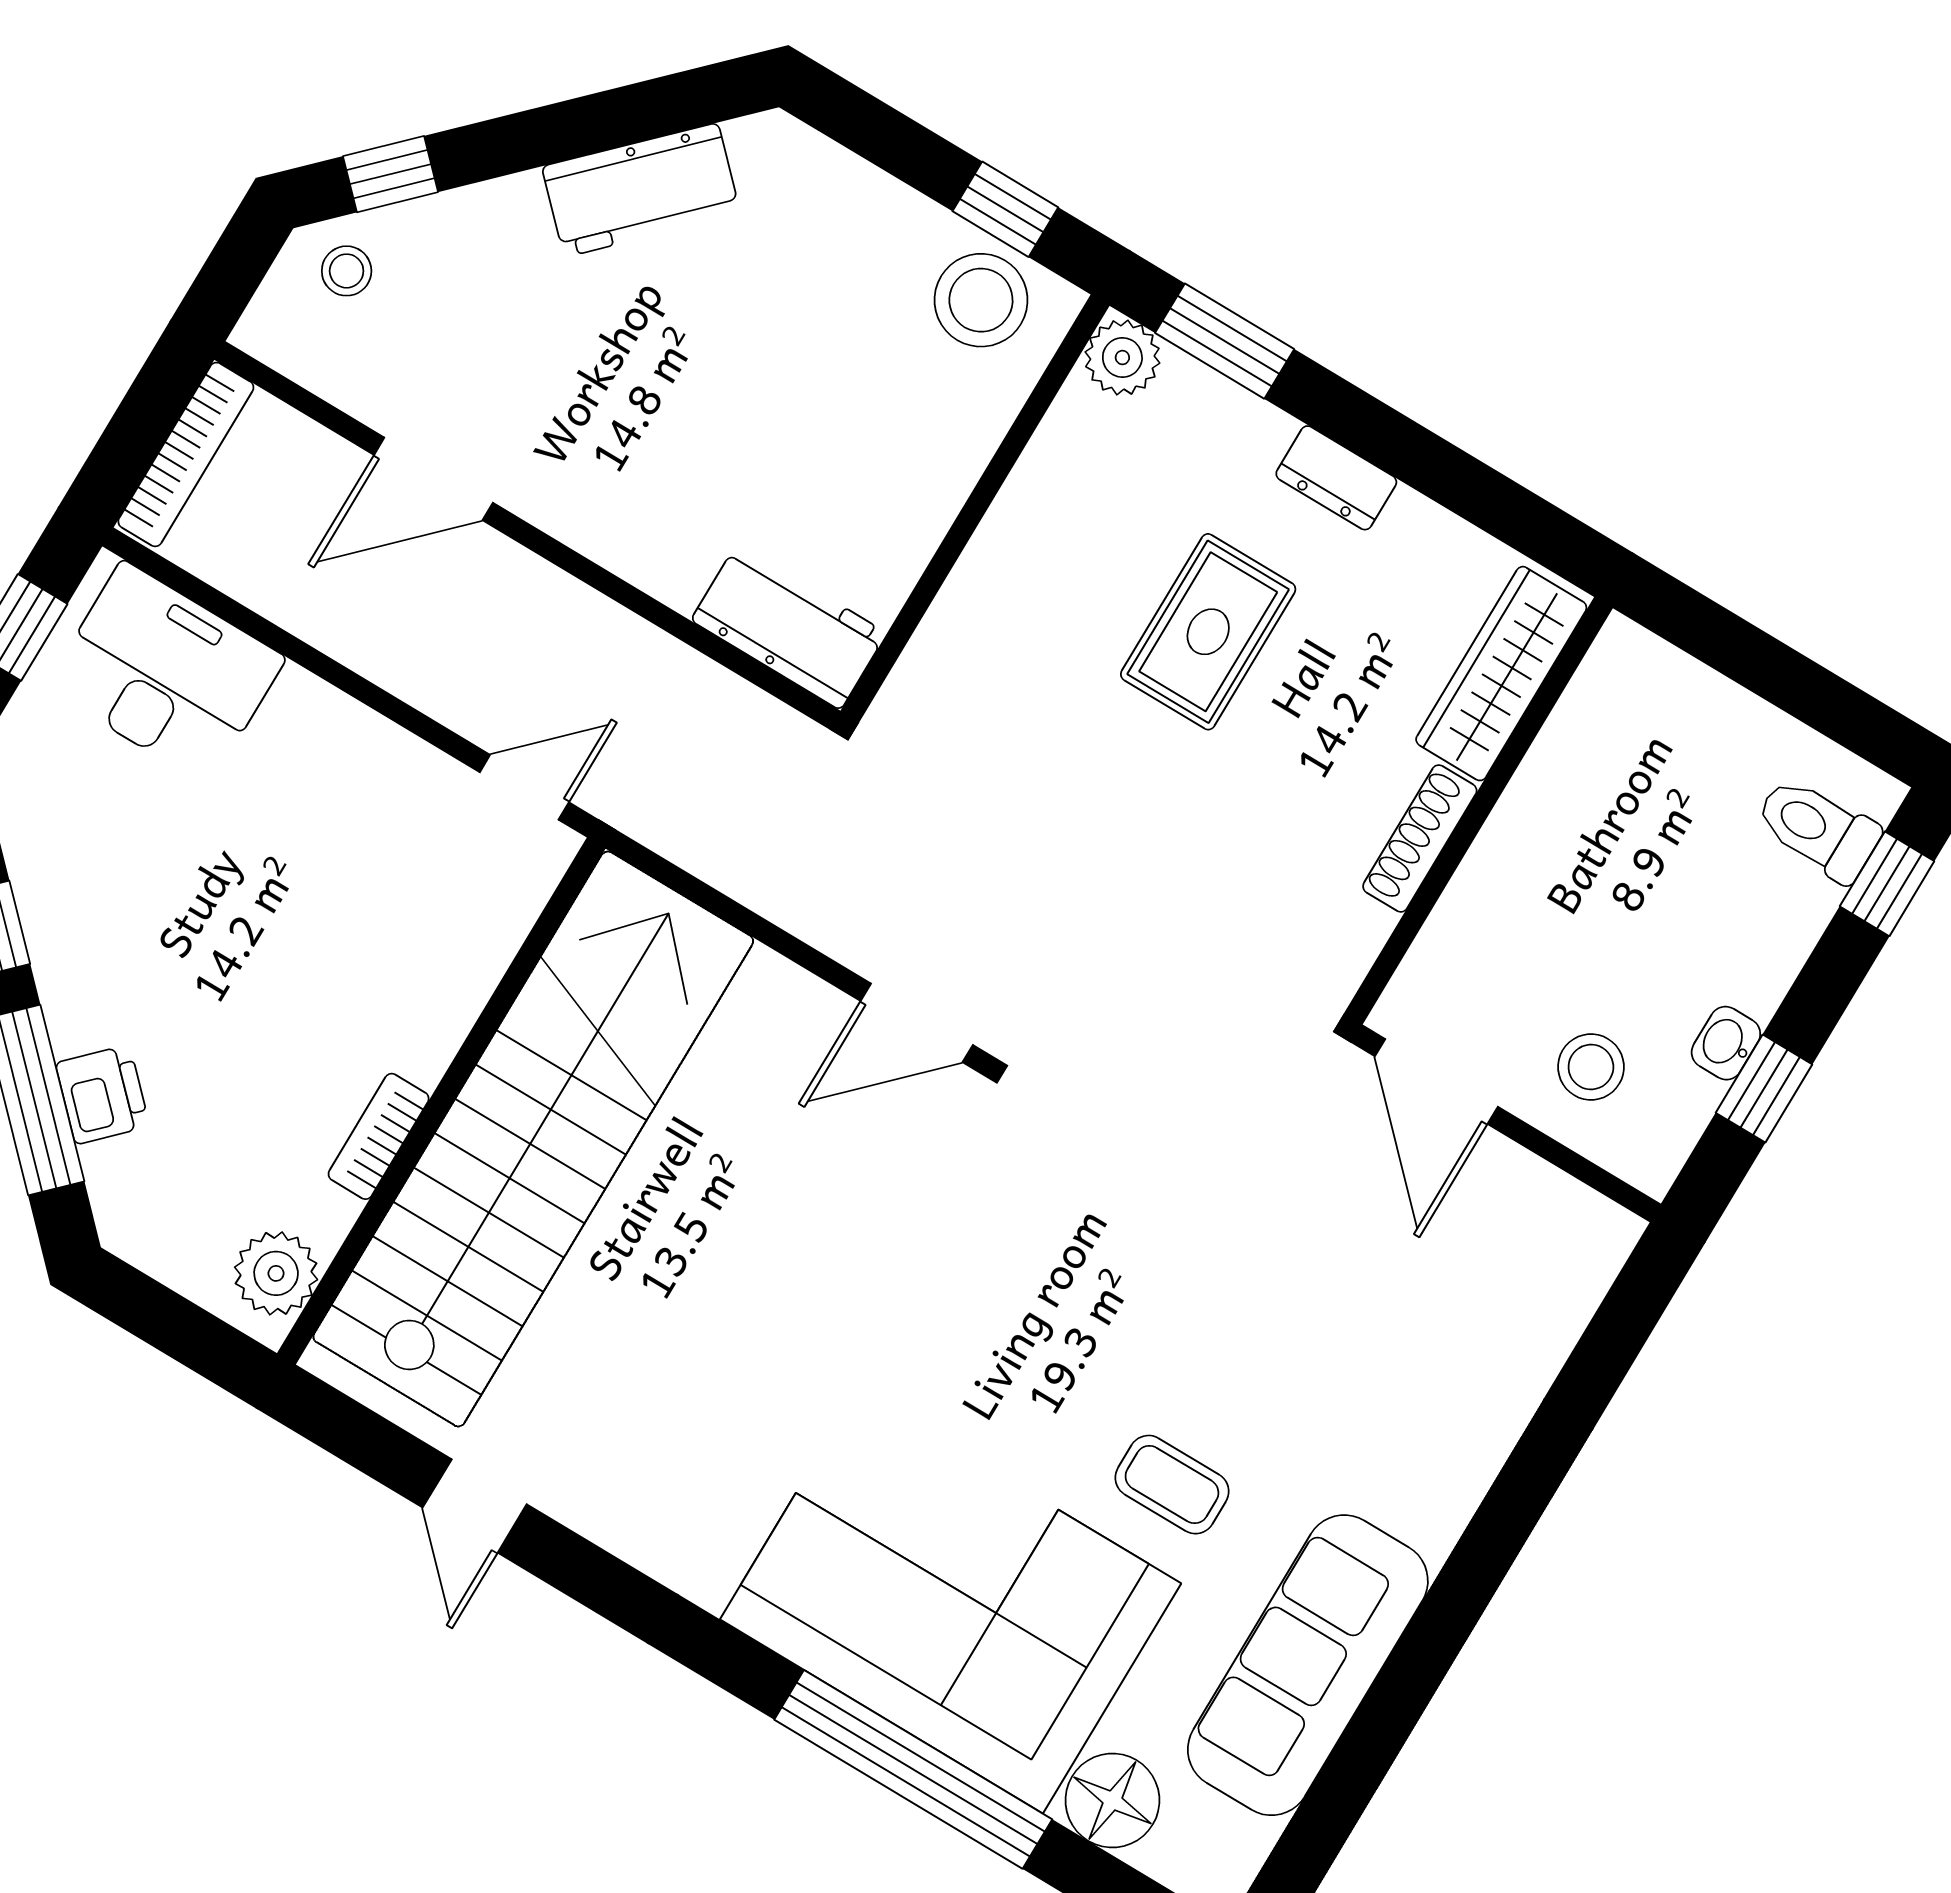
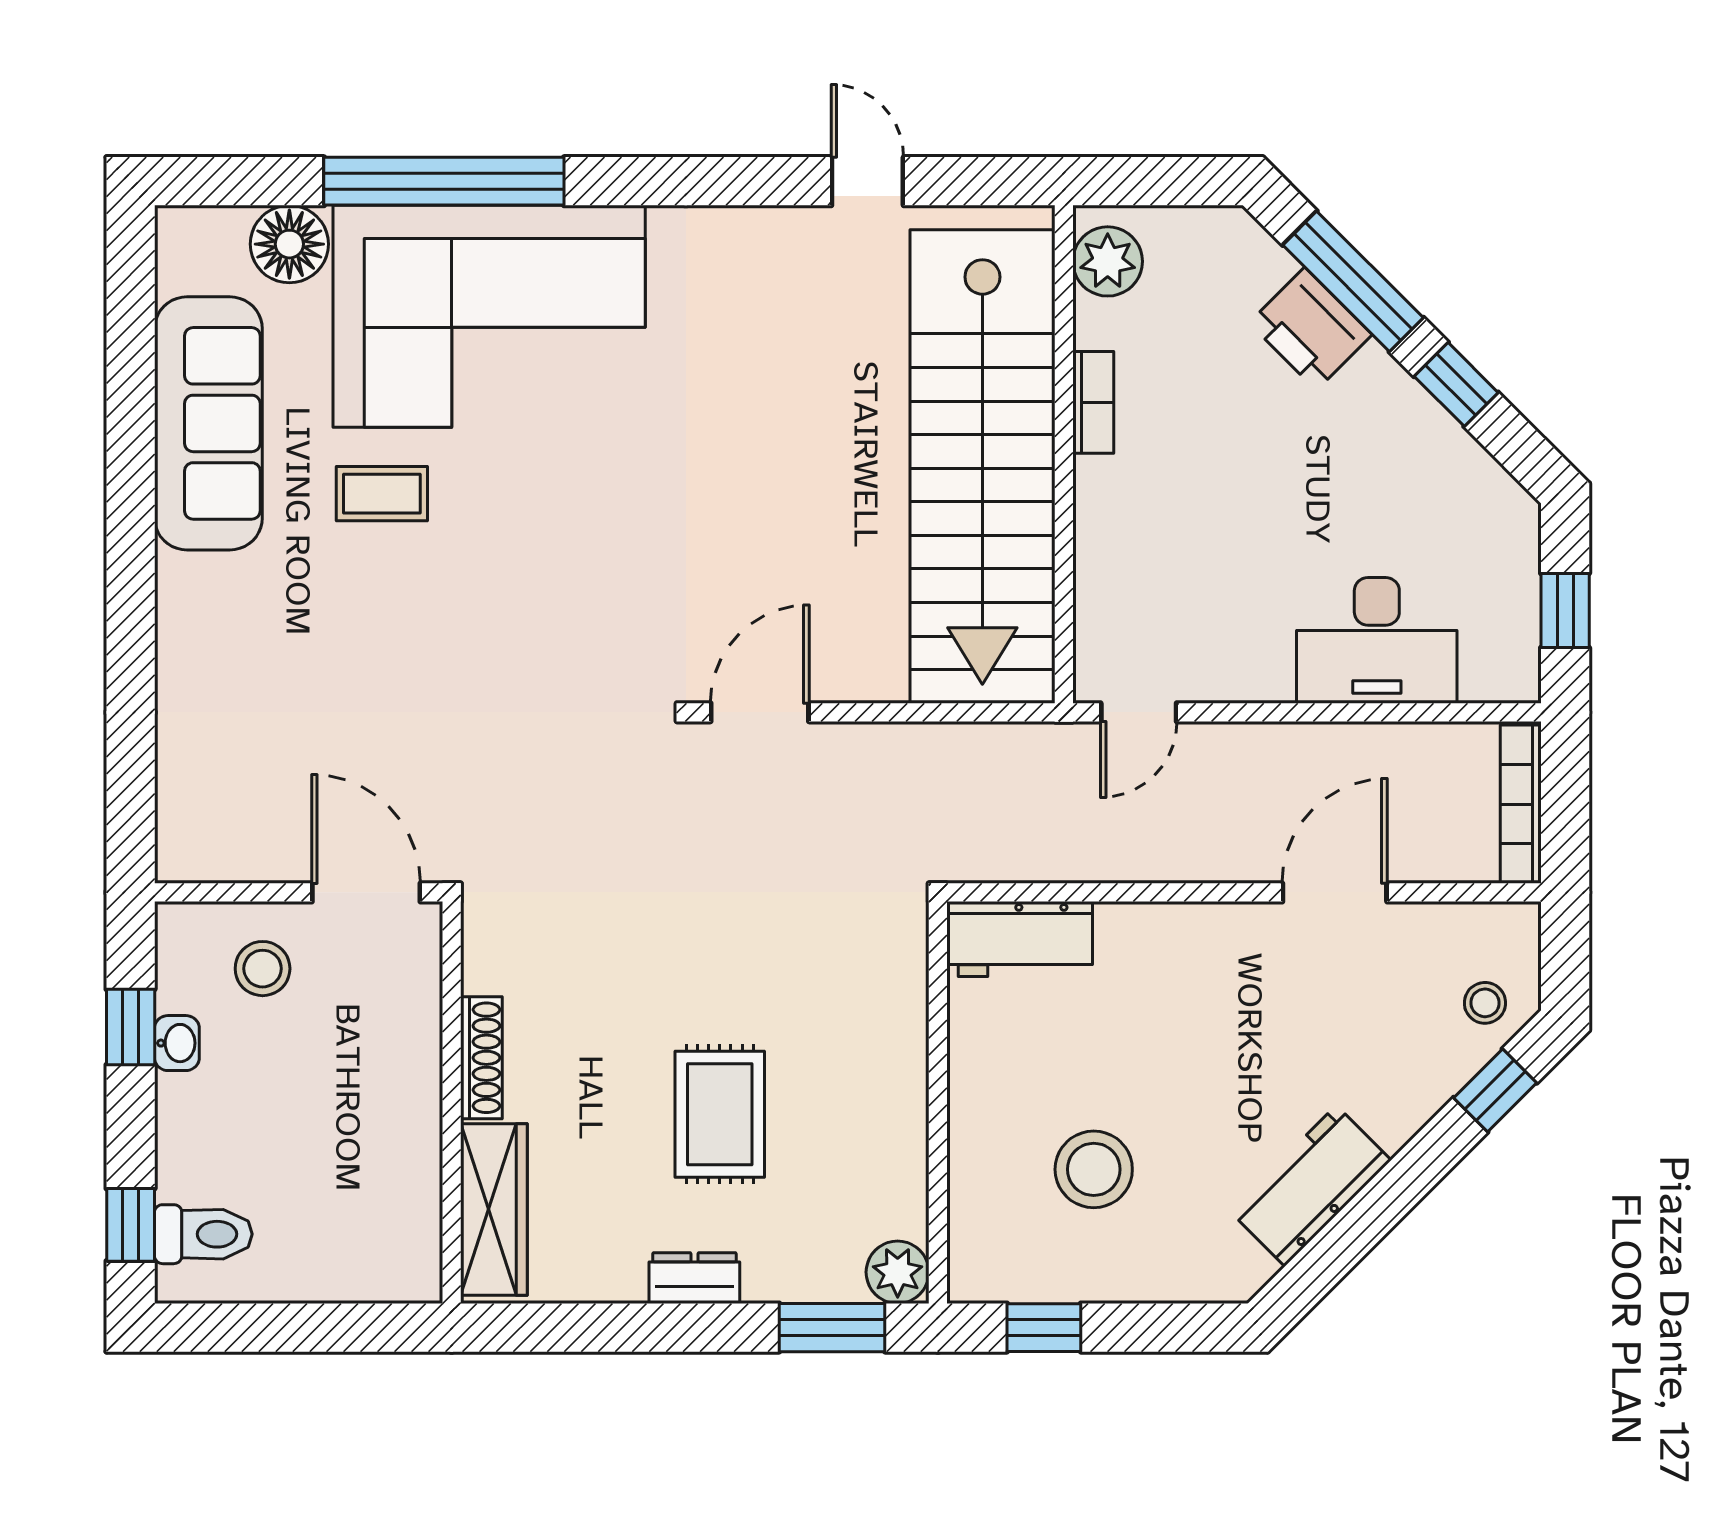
stool: (981, 300) -> (1094, 1169), moved
desk: (166, 673) -> (1377, 640), moved
printer: (103, 1095) -> (1311, 329), width x1.36, depth x1.24

